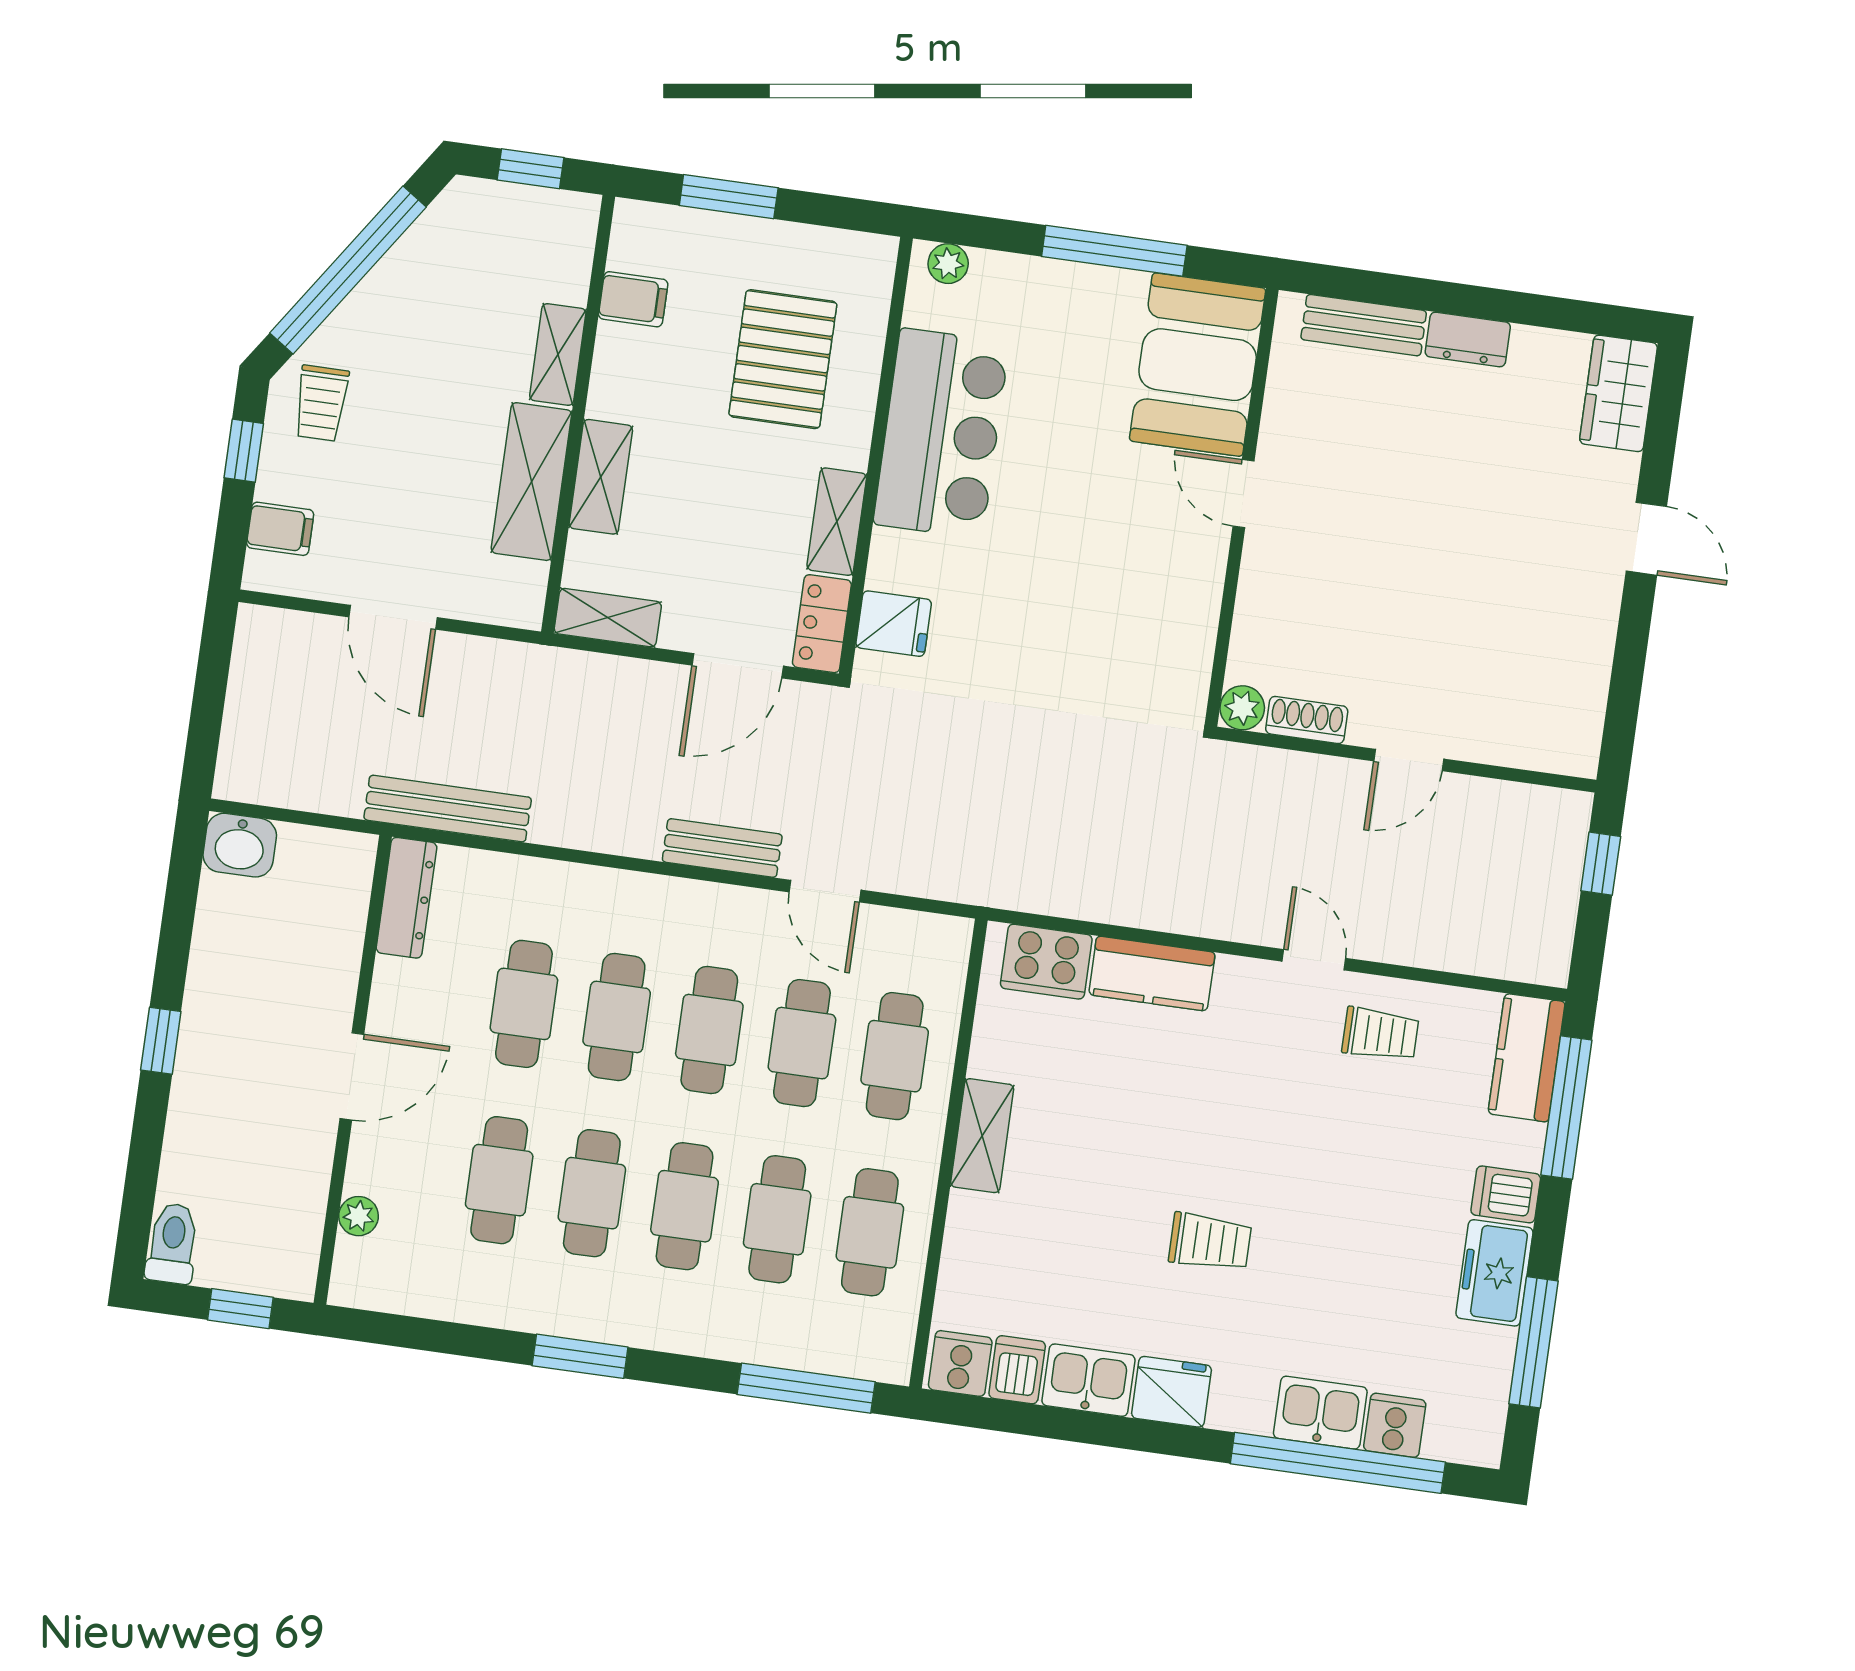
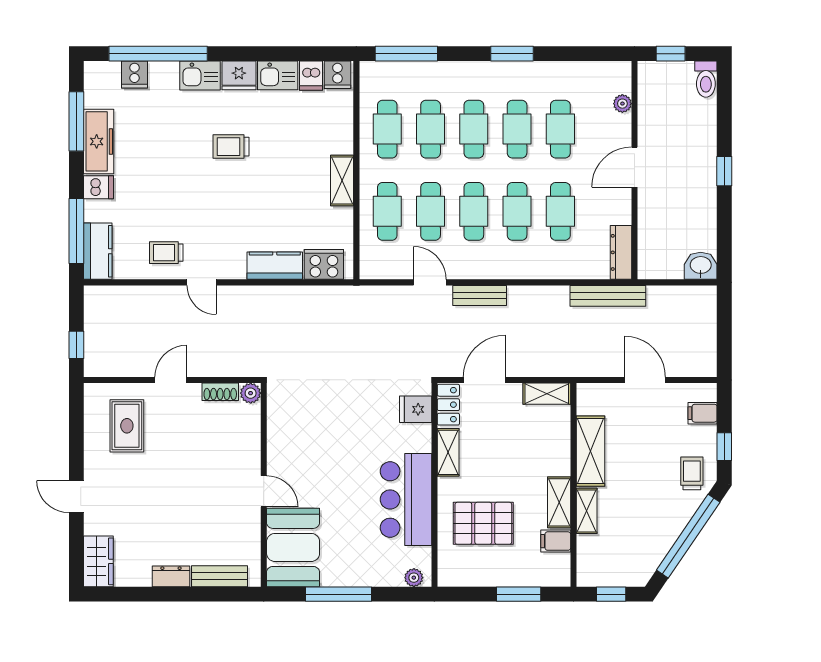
pallet: (783, 359) -> (483, 523), turned 90
shelving: (601, 477) -> (559, 502), moved
rug: (1517, 675) -> (127, 426), added
freezer: (1494, 1273) -> (99, 141), width x1.40
kitchen sink: (1320, 1413) -> (200, 75), moved

